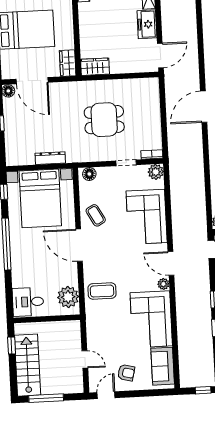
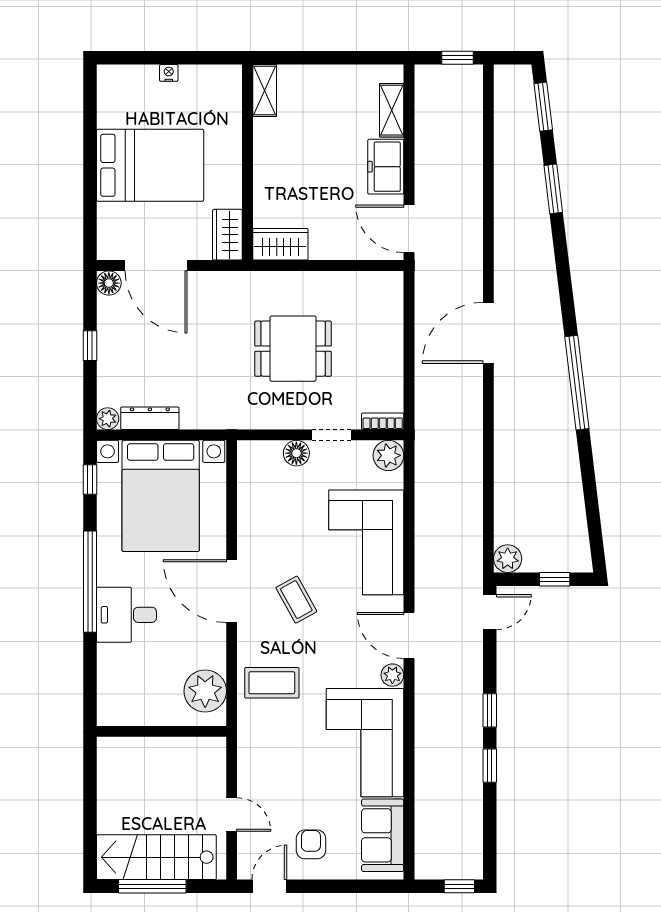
door: (160, 55) -> (409, 229), swing flipped
dresser: (50, 158) -> (150, 418), moved
plant: (11, 160) -> (108, 419), added
floor lamp: (89, 174) -> (296, 453), moved
coffee table: (96, 215) -> (296, 600), moved
desk: (28, 302) -> (126, 615), moved
window: (12, 345) -> (90, 780), removed
stairs: (28, 365) -> (156, 857), moved, turned -90
armchair: (126, 373) -> (311, 844), turned -104

